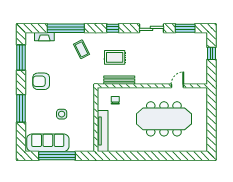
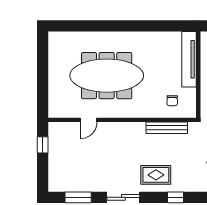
window: (212, 53) -> (43, 145), moved
rug: (115, 57) -> (156, 175), moved

